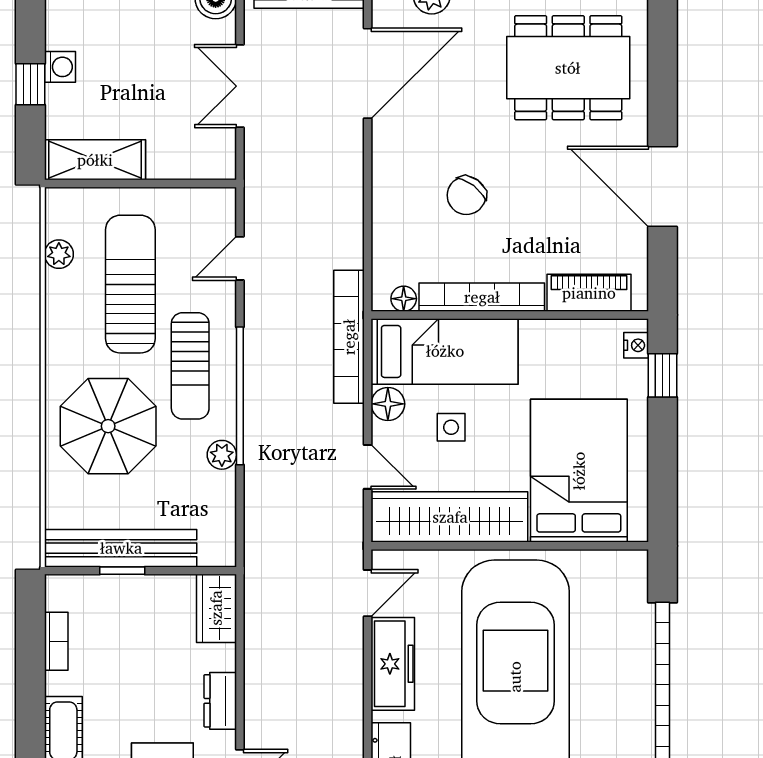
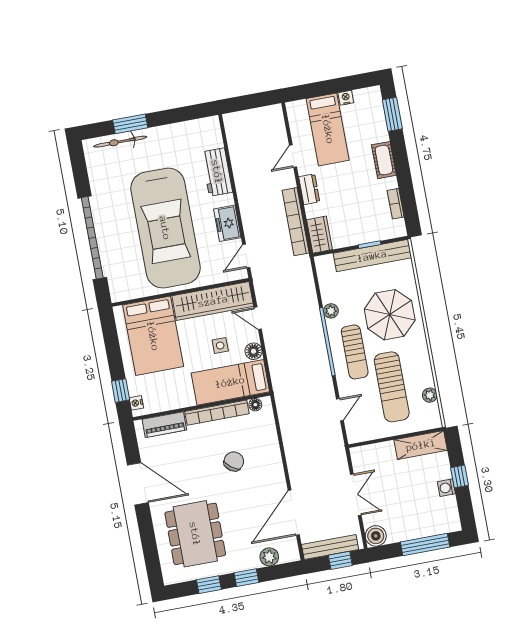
dining table: (568, 68) -> (195, 534), turned 90
bookcase: (349, 337) -> (296, 222), moved, turned 180
sun lounger: (190, 366) -> (355, 352), turned 180
freezer: (393, 664) -> (227, 223), width x0.71

